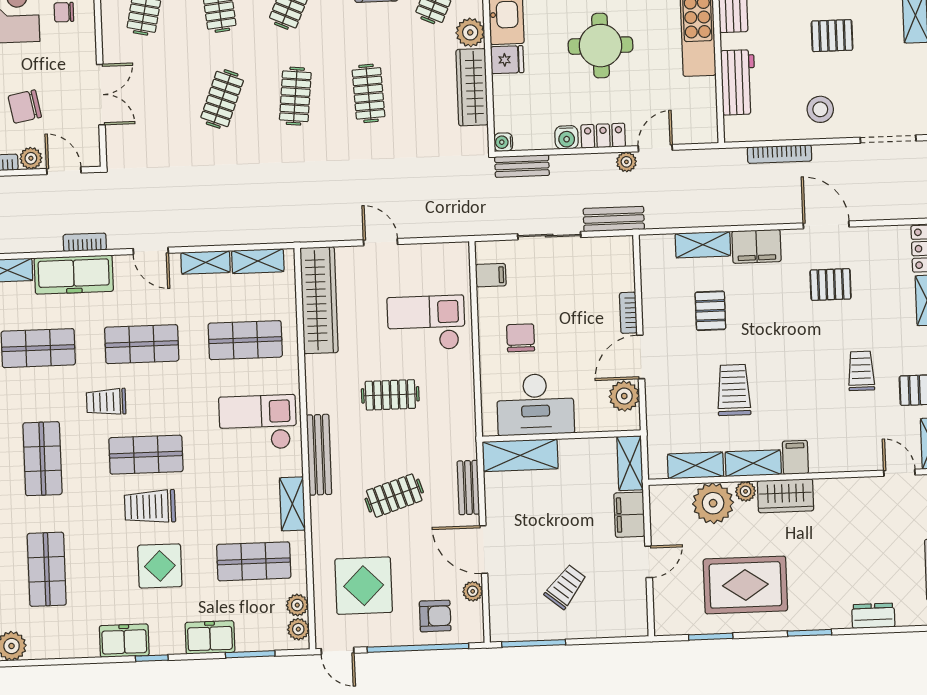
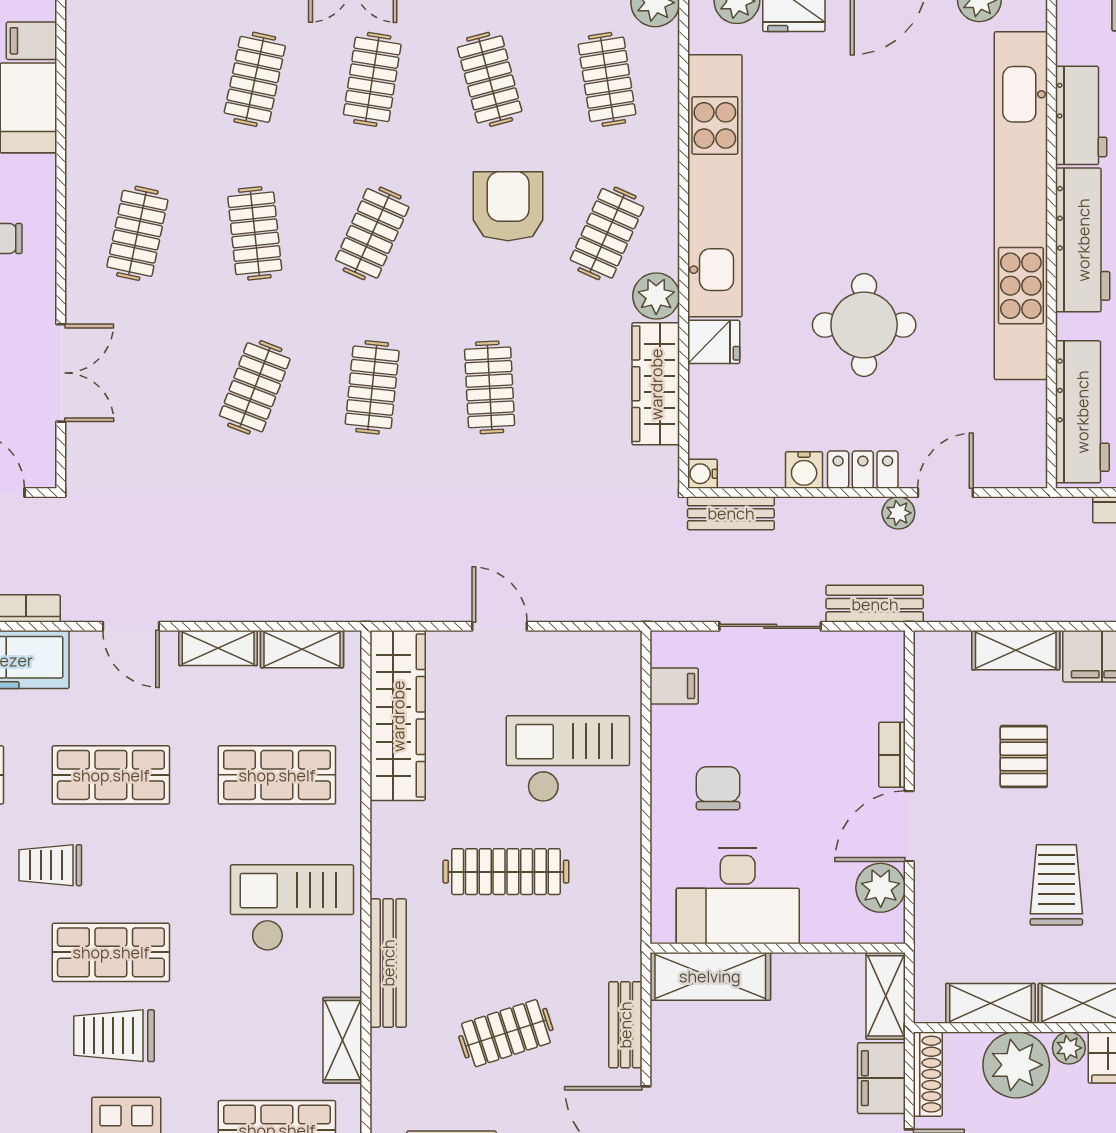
workbench: (738, 82) -> (1082, 412), width x1.37
clothes rail: (390, 395) -> (506, 872), width x1.36
shoe rack: (658, 511) -> (928, 1074), added

